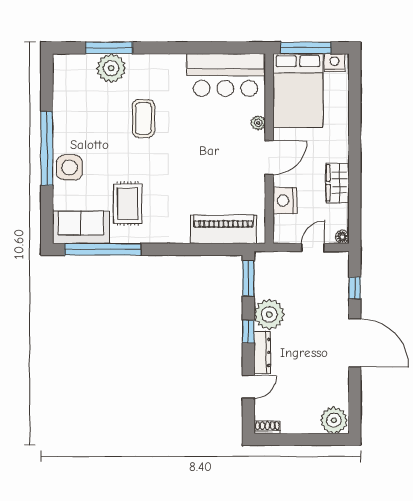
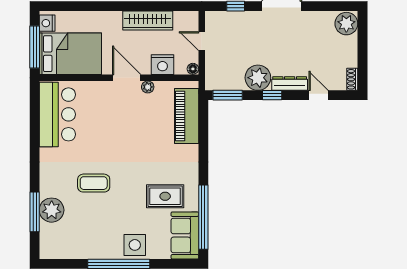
plant: (258, 123) -> (148, 87), moved
wardrobe: (338, 183) -> (148, 20), width x1.50
floor lamp: (342, 237) -> (193, 69), moved

